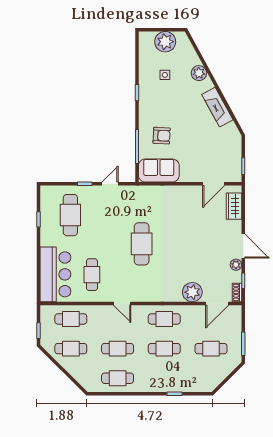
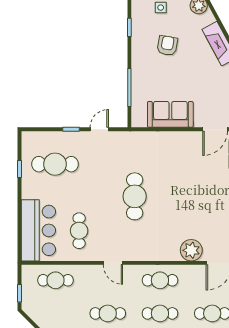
armchair: (162, 136) -> (167, 46), moved, turned -83
sofa: (159, 171) -> (170, 114), moved
cafe table: (70, 215) -> (55, 164), turned 90
cafe table: (71, 349) -> (55, 313), removed

